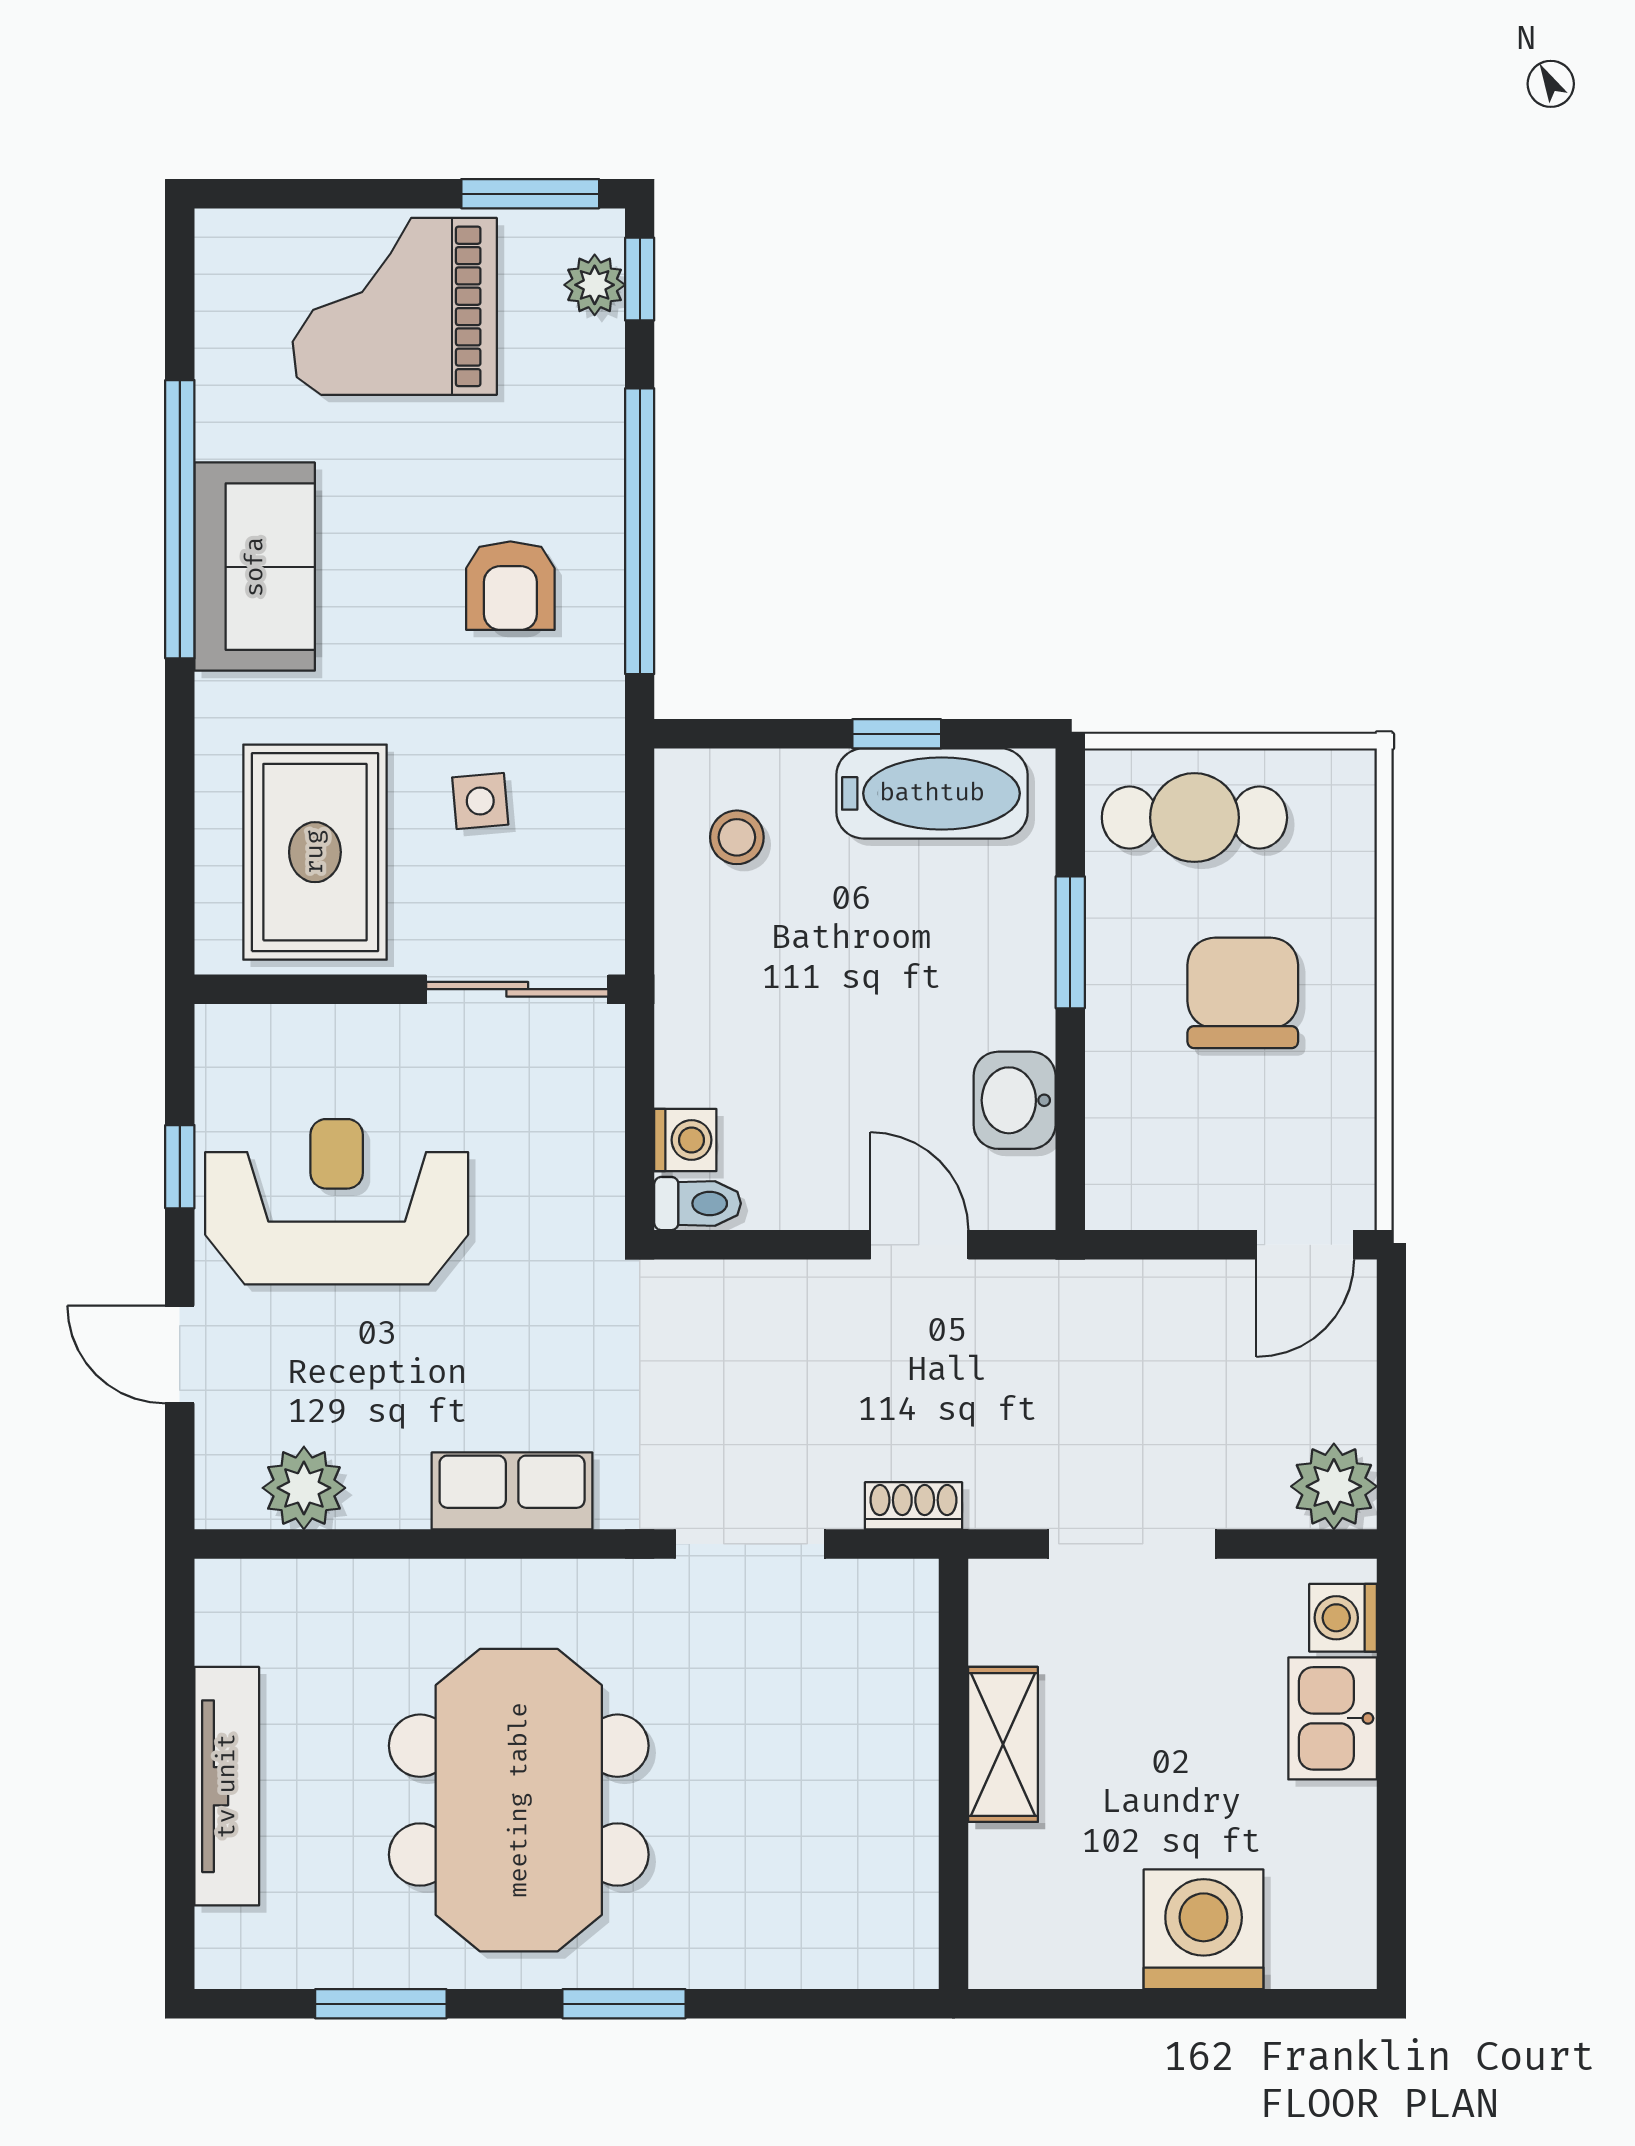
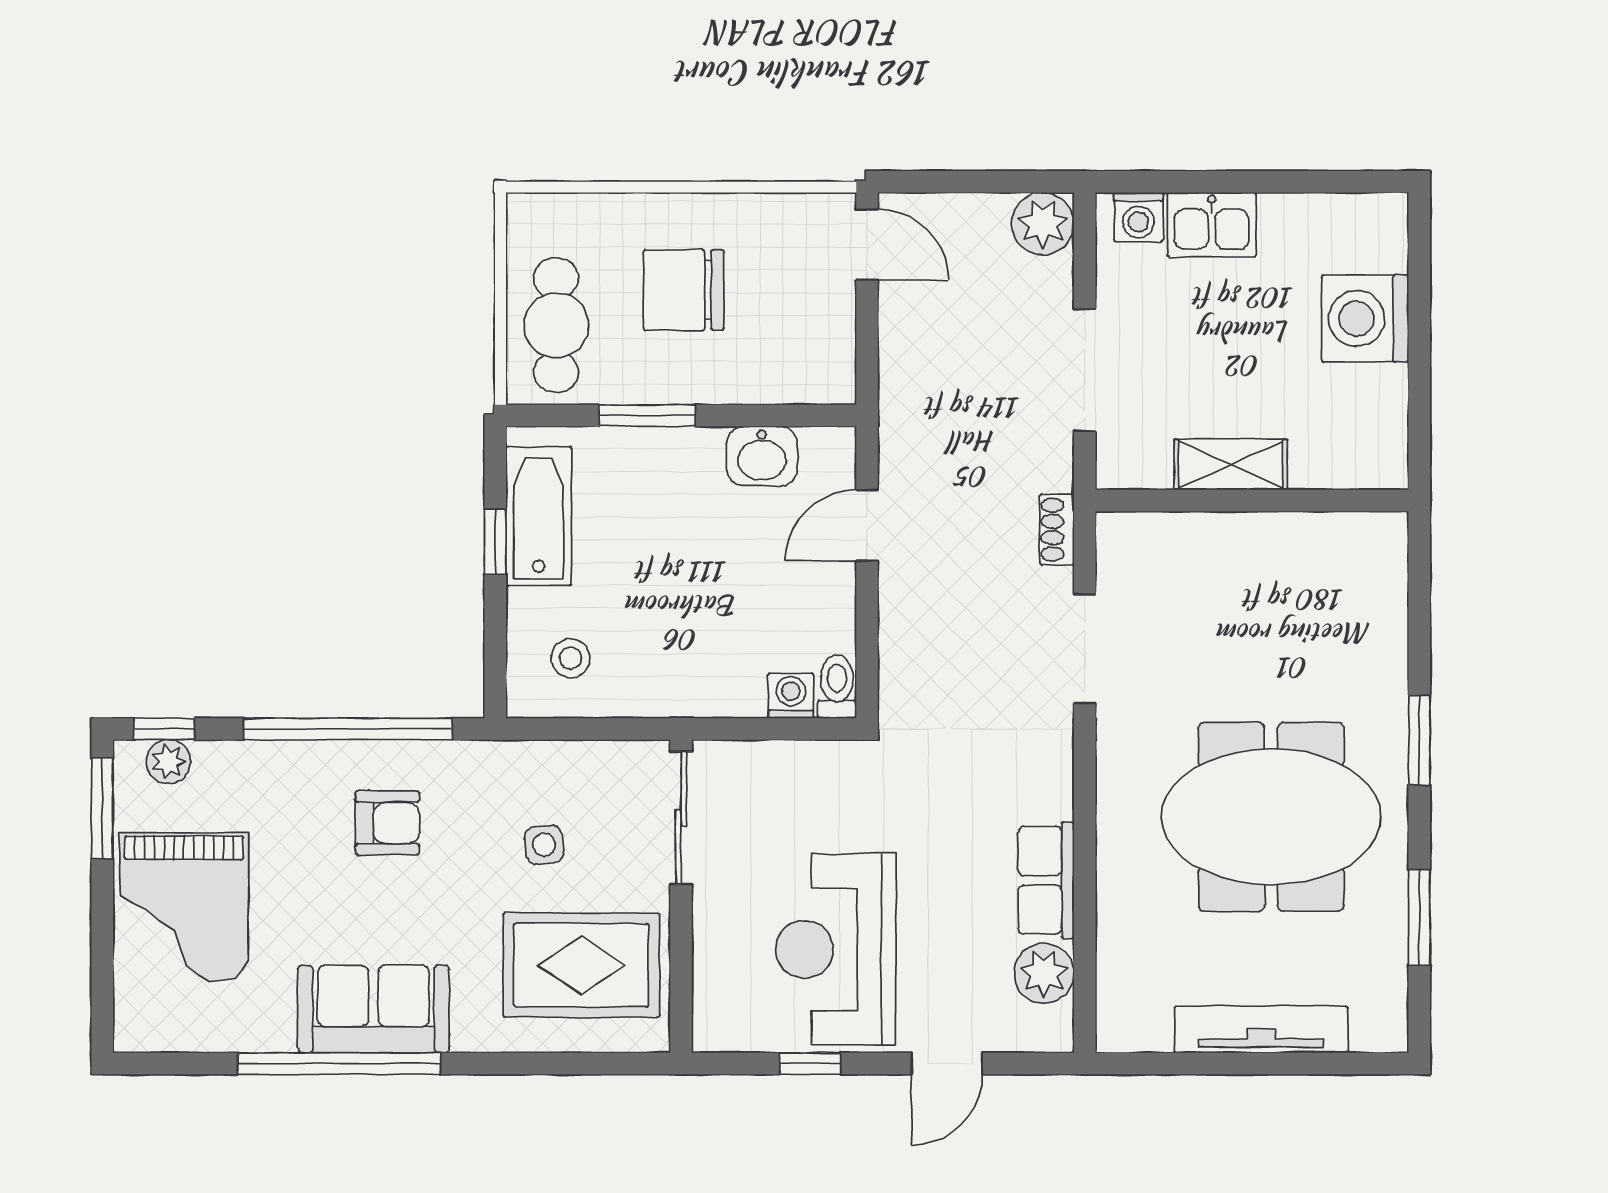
row of seats: (512, 1491) -> (1046, 880), moved

